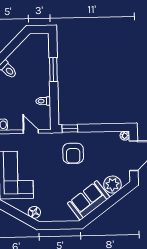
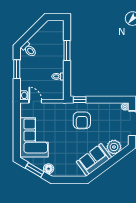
door: (31, 131) -> (35, 101), moved
window: (17, 214) -> (35, 170), added

